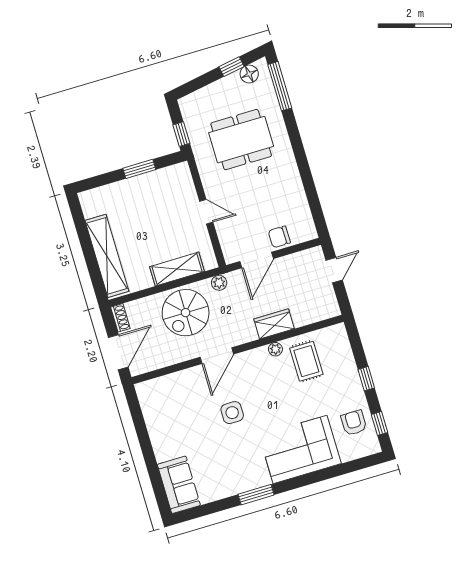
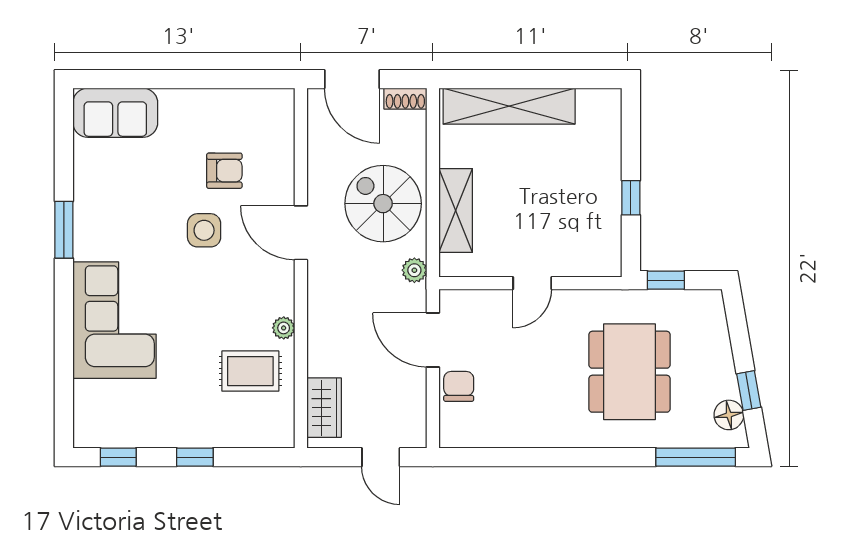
window: (139, 169) -> (631, 198), width x0.67
wardrobe: (274, 324) -> (324, 408), moved
armchair: (354, 423) -> (224, 171), moved

